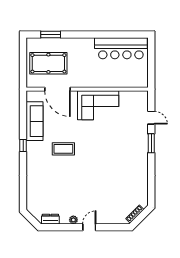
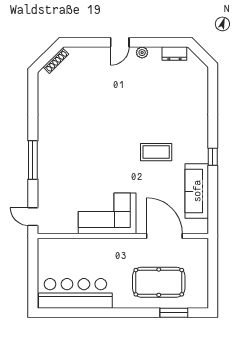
pool table: (48, 63) -> (159, 282), moved
door: (151, 118) -> (33, 217), moved
window: (151, 143) -> (33, 160), width x1.44

